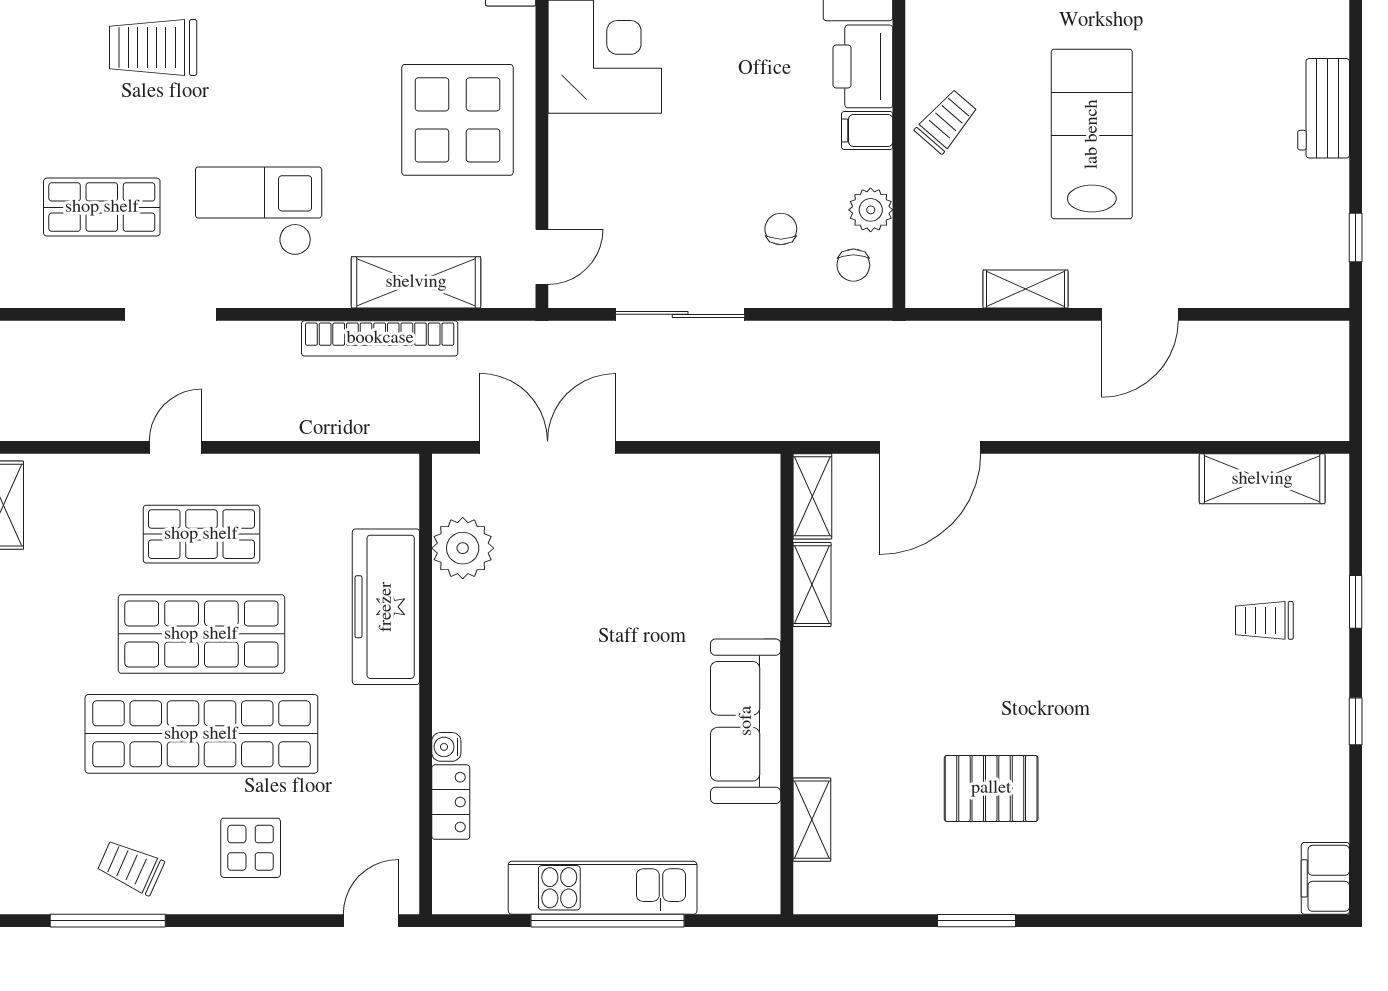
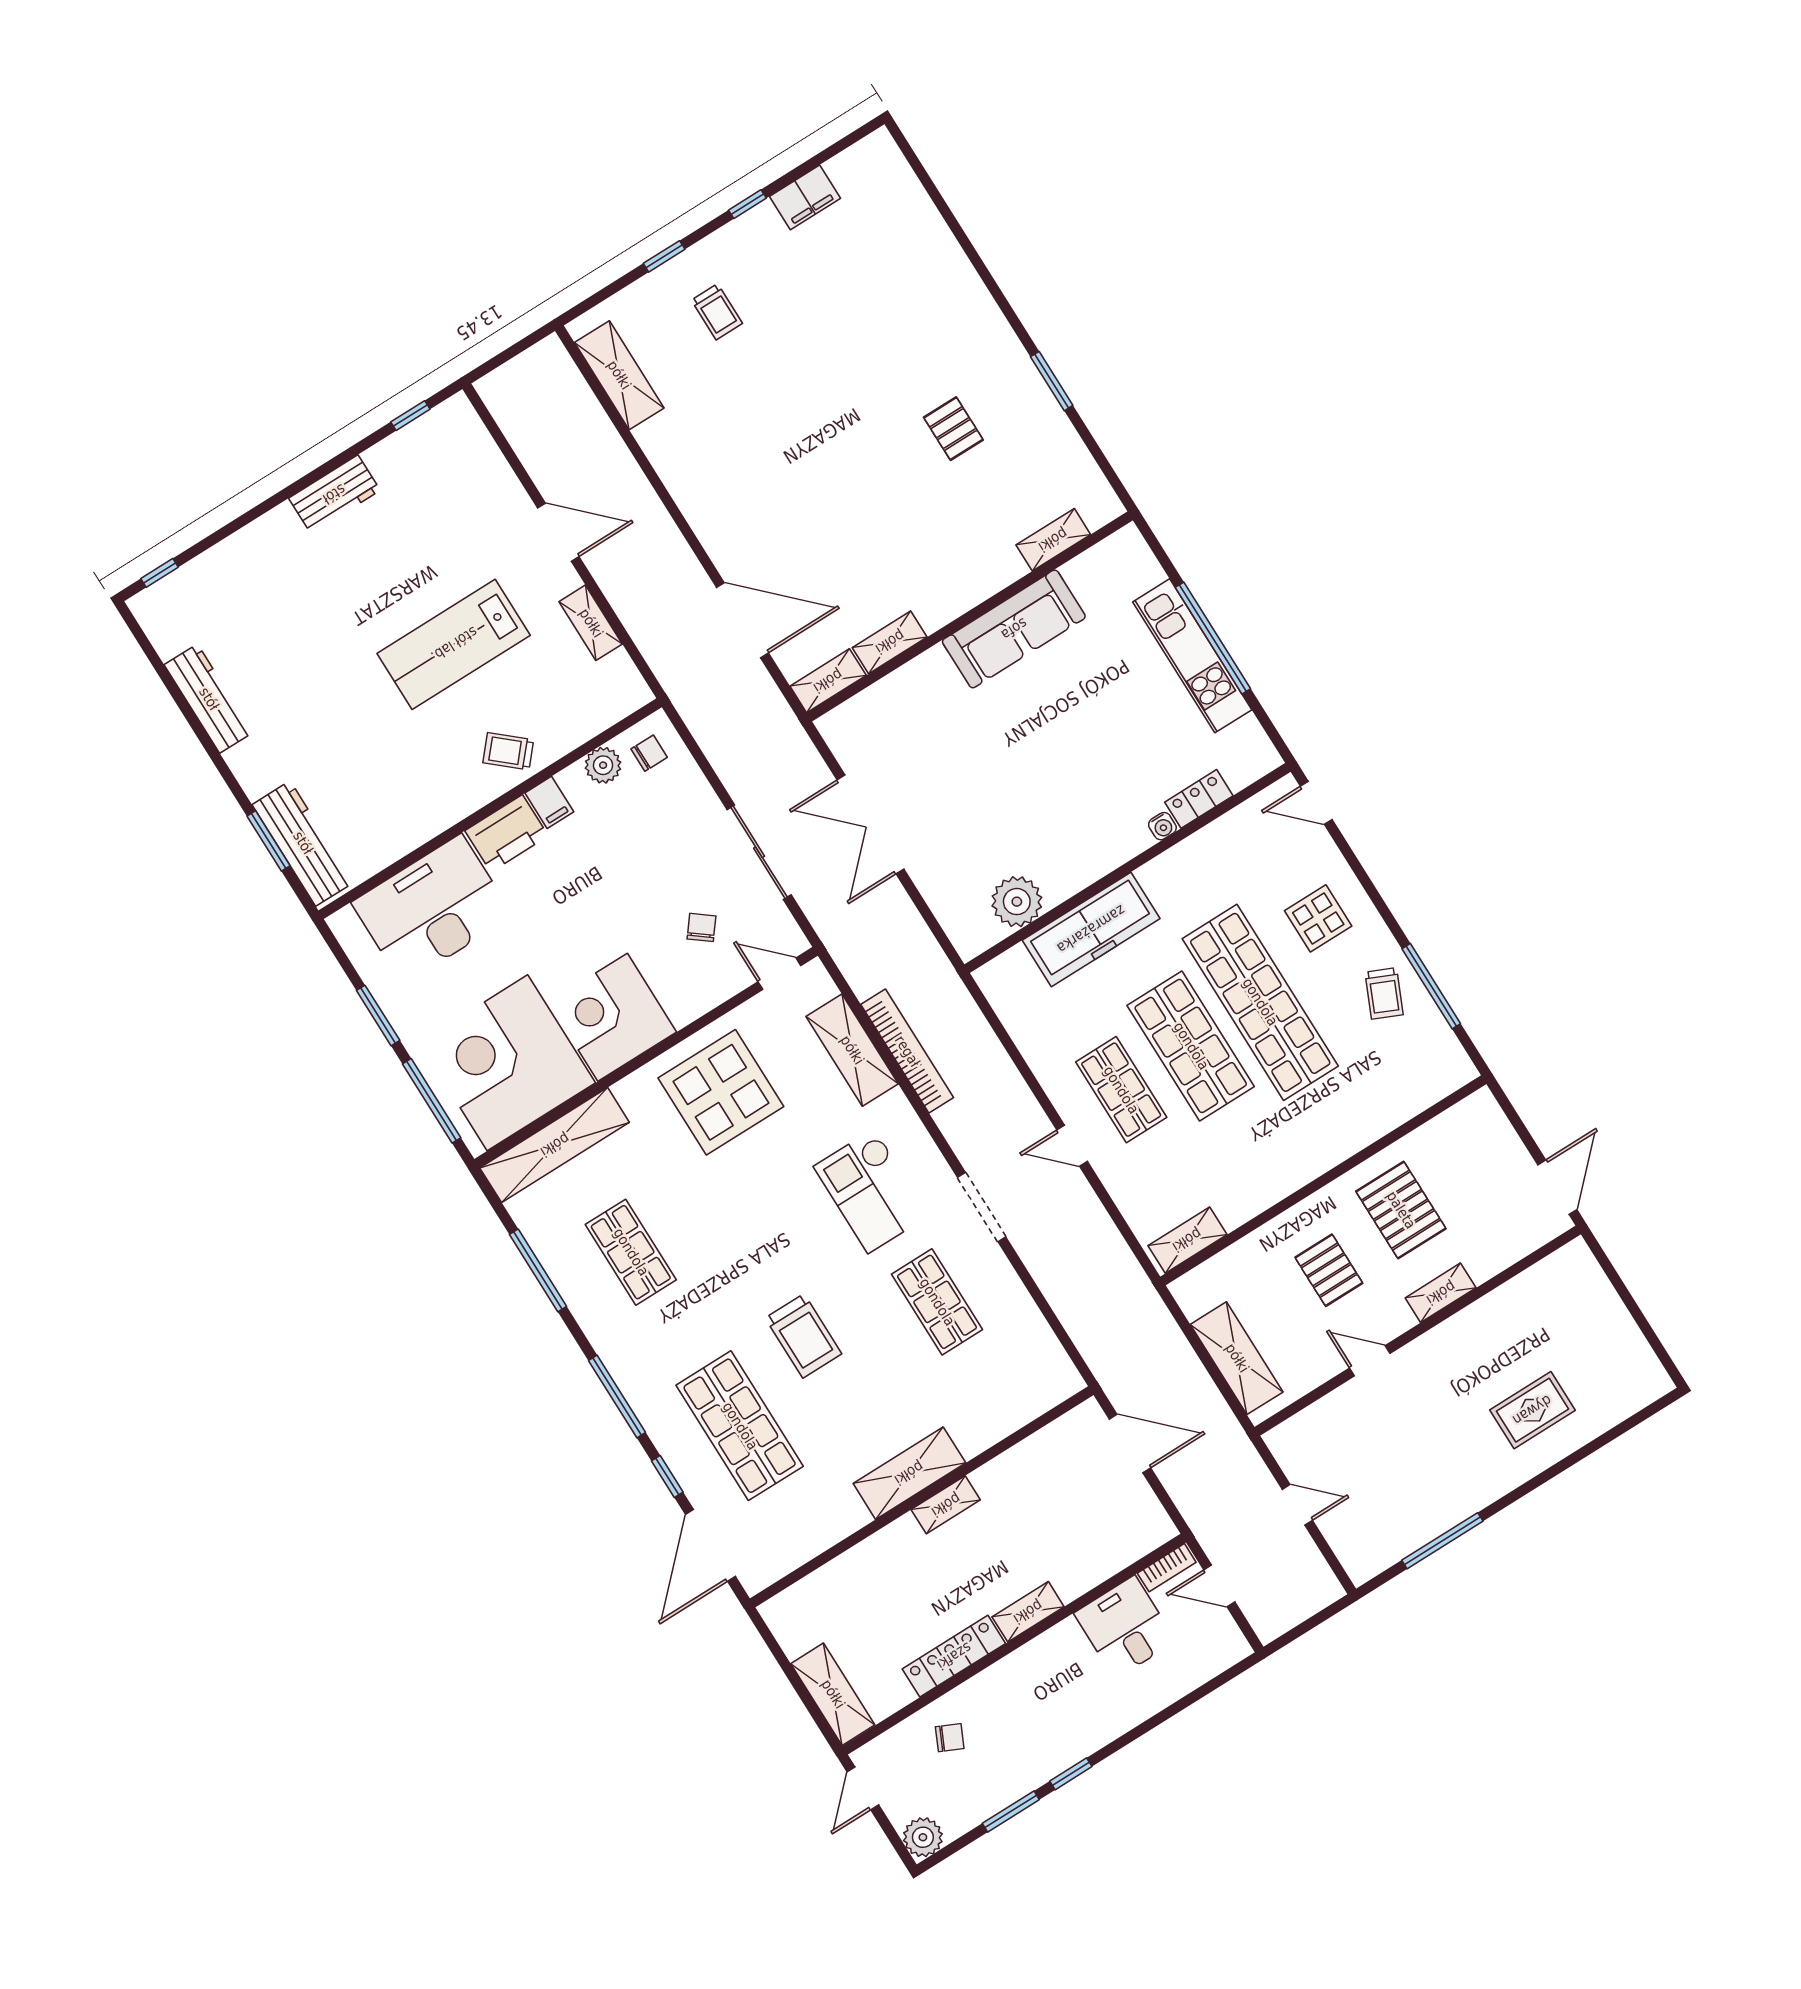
chair: (781, 229) -> (702, 927), moved, turned 128
double door: (548, 447) -> (871, 824), moved
pallet: (991, 788) -> (953, 429), width x0.67, depth x0.71
filing cabinet: (1325, 878) -> (805, 197), moved

